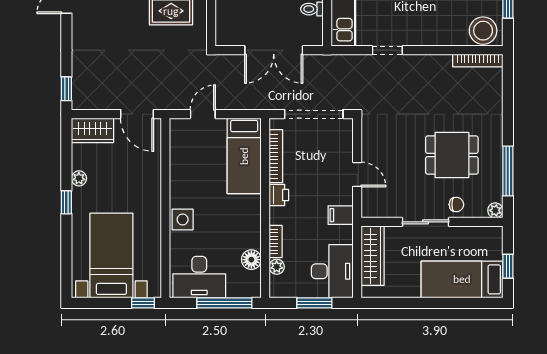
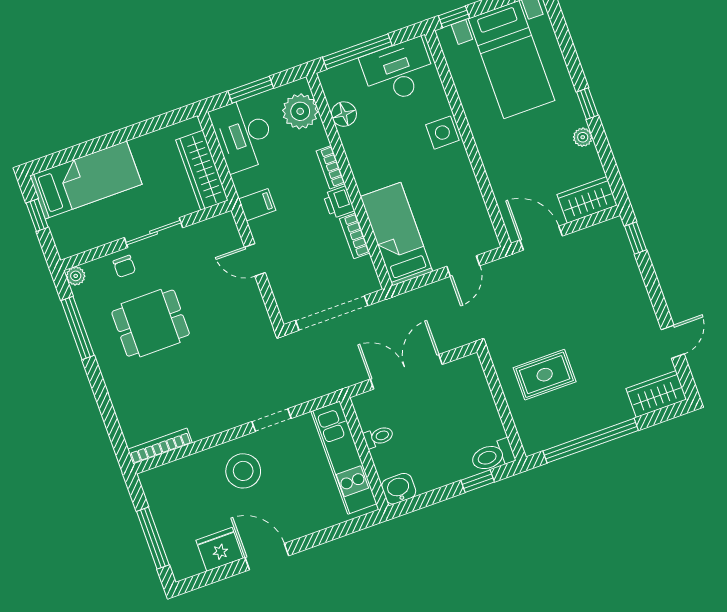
stool: (483, 31) -> (243, 471), moved
bookcase: (276, 156) -> (355, 236), width x0.64
chair: (456, 204) -> (124, 266), turned -90
bookcase: (276, 241) -> (331, 167), moved
plant: (277, 267) -> (300, 111), width x1.88, depth x1.88

